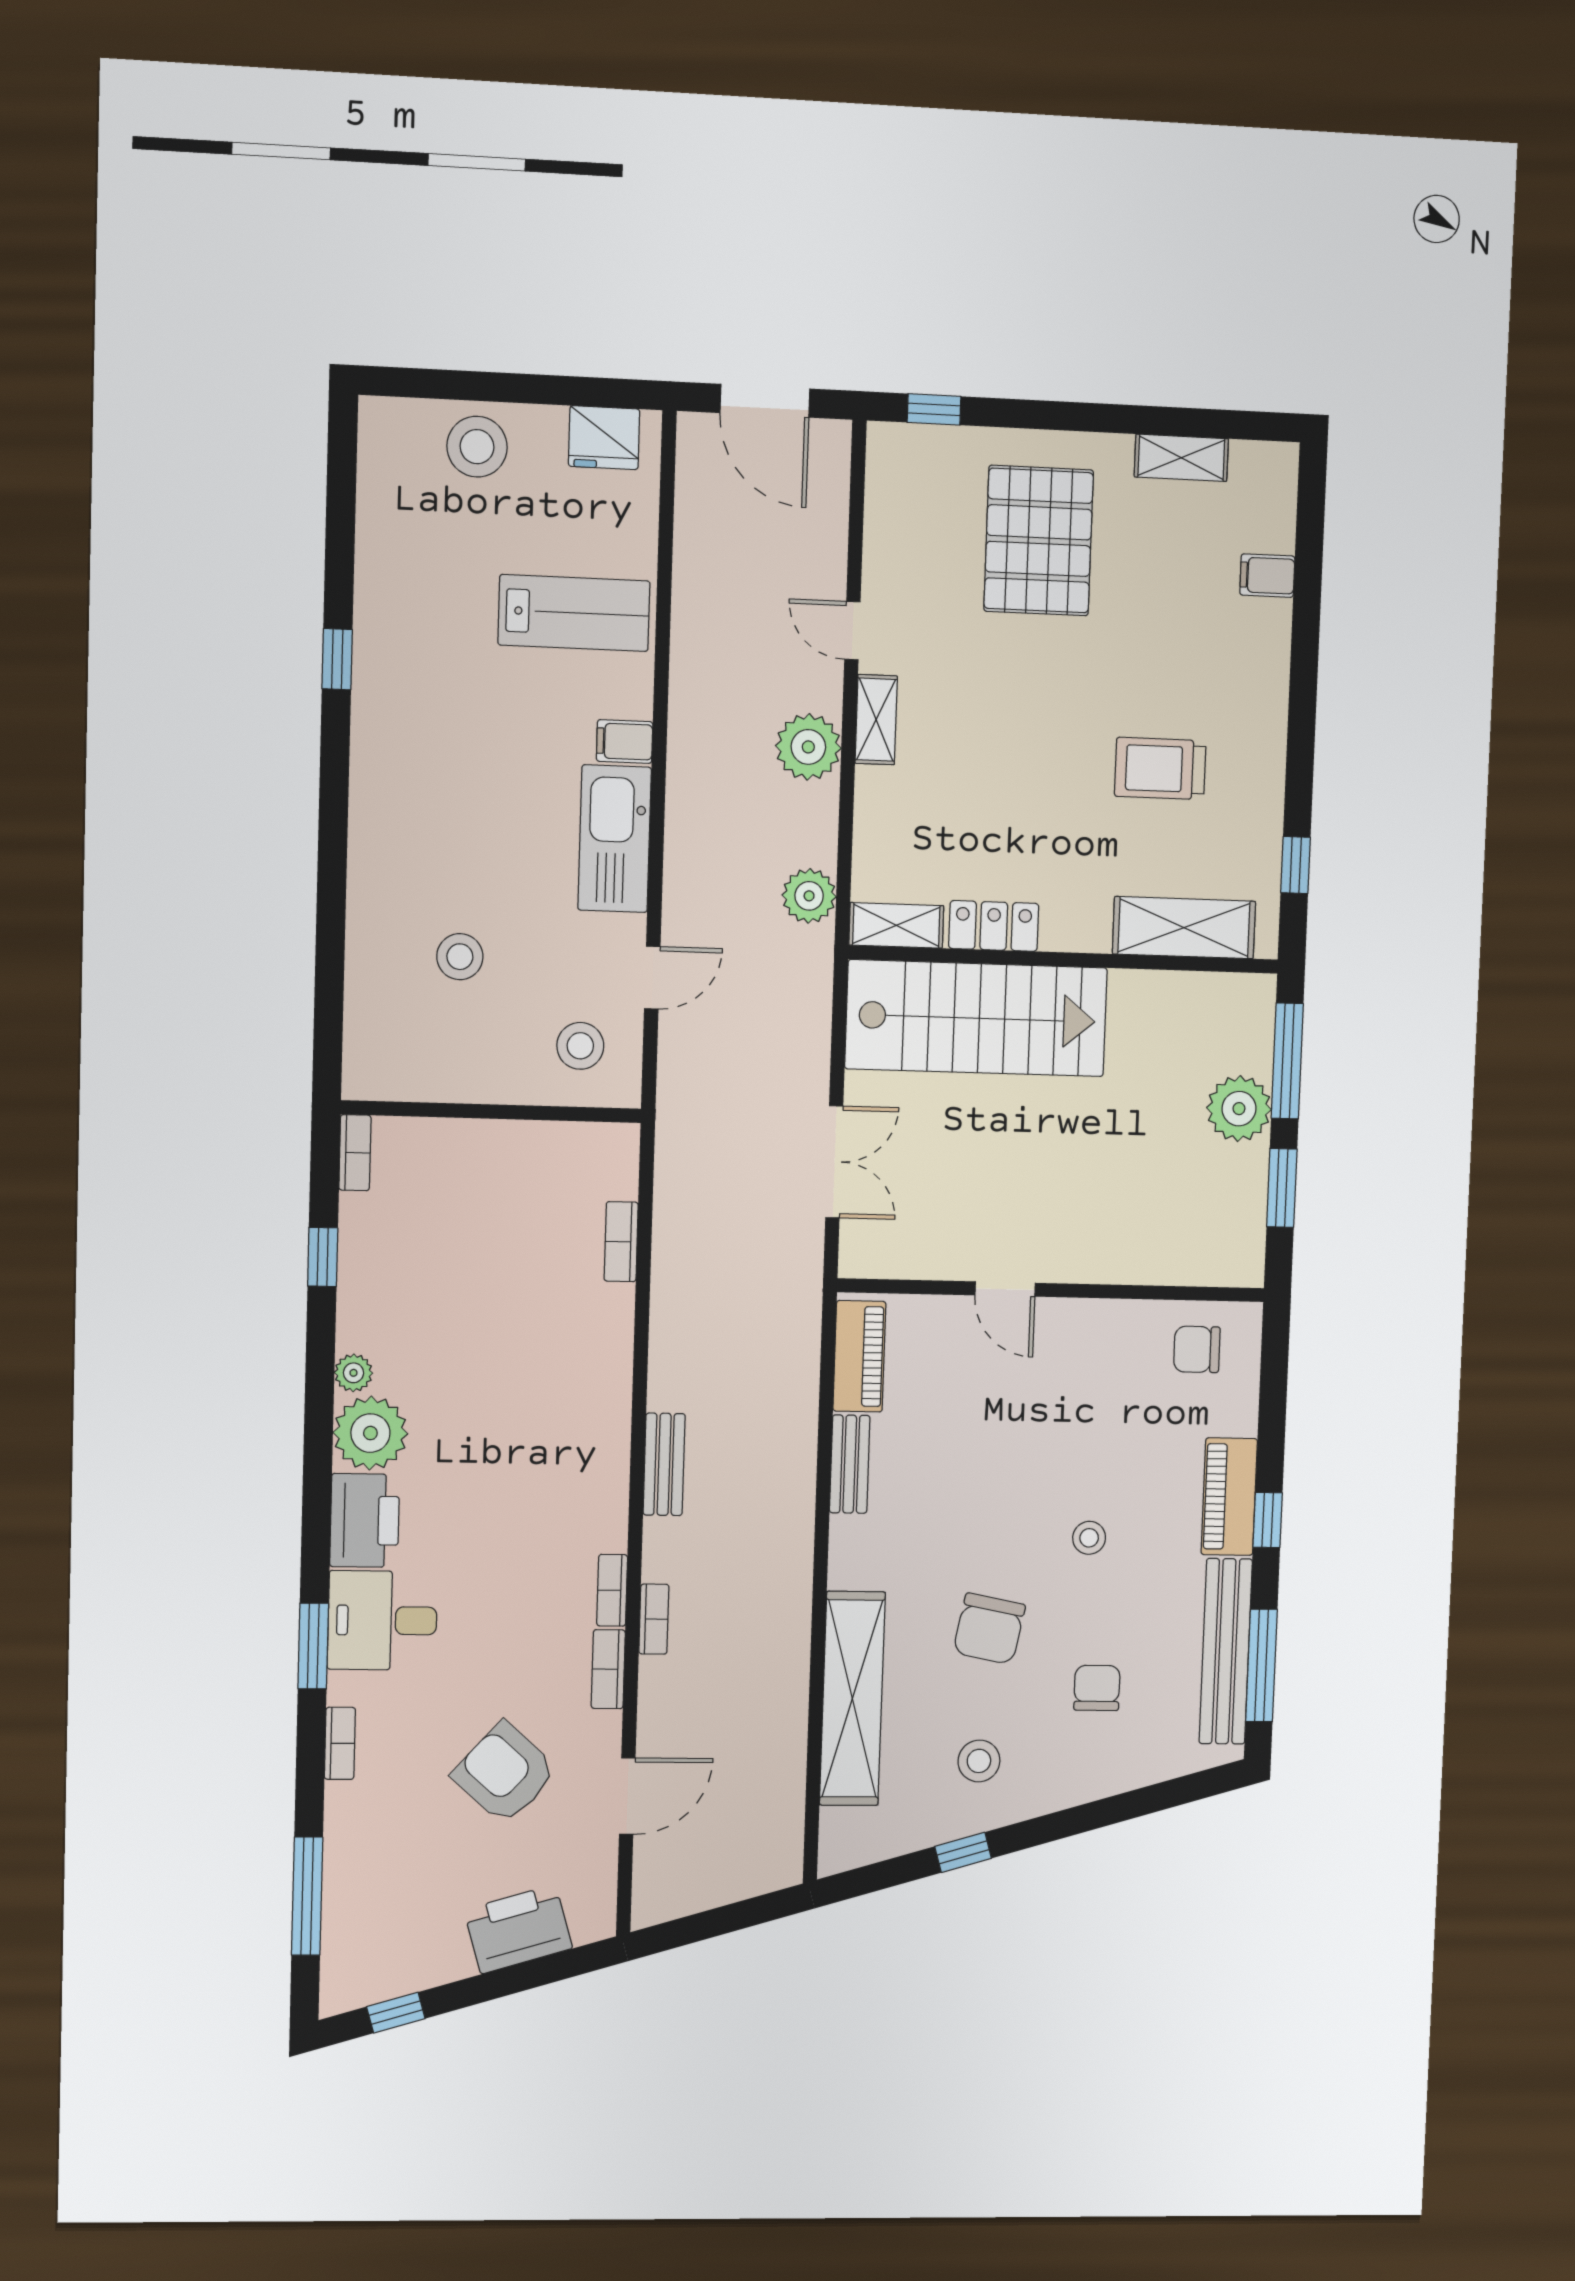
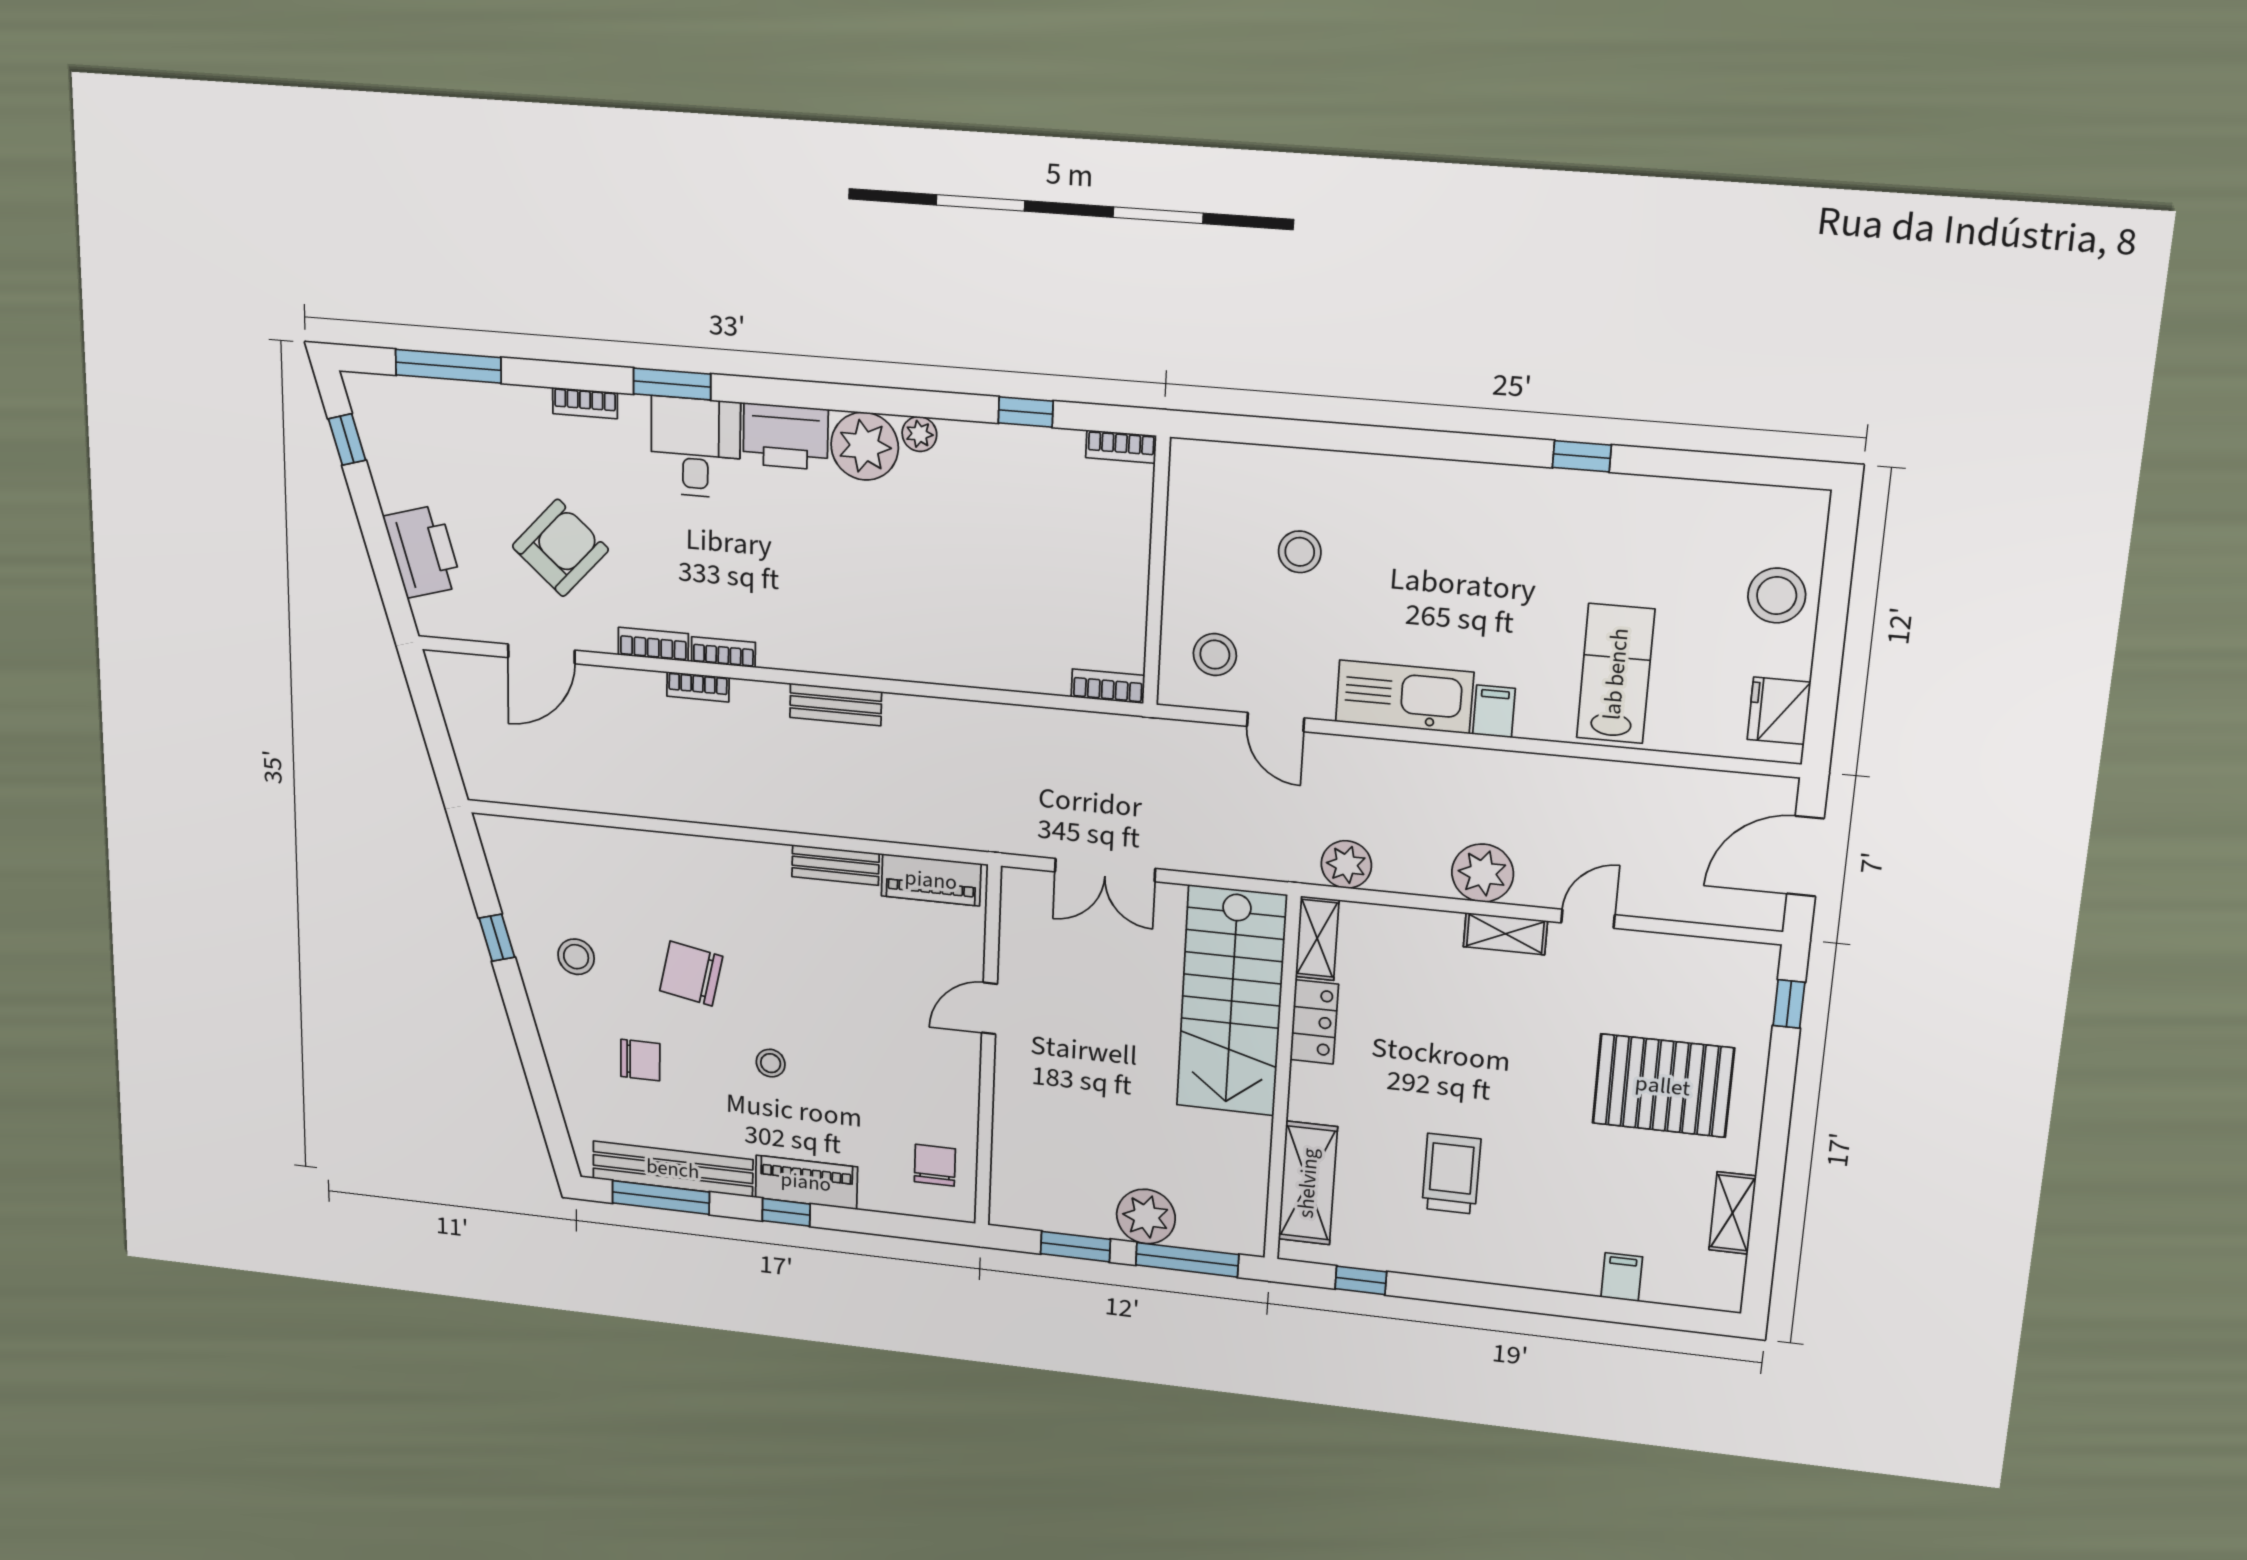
lab bench: (574, 613) -> (1616, 674), turned 180
bookcase: (621, 1242) -> (1108, 686), moved
shelving: (852, 1699) -> (629, 853), removed
door: (627, 1796) -> (541, 654), hinge flipped

